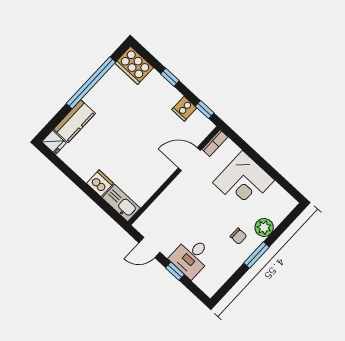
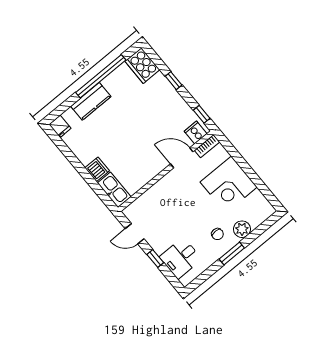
cooker: (184, 109) -> (196, 132), moved, turned 90
kitchen counter: (74, 121) -> (91, 101), moved
desk: (191, 257) -> (181, 258), moved

